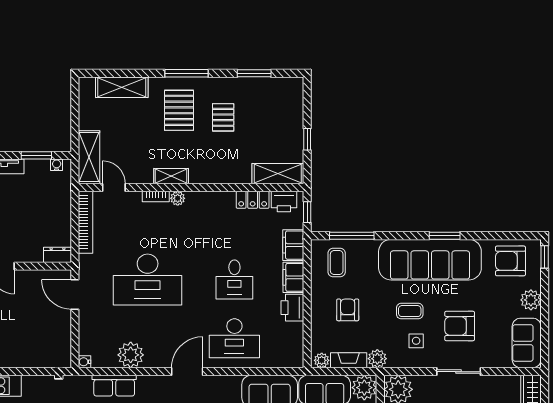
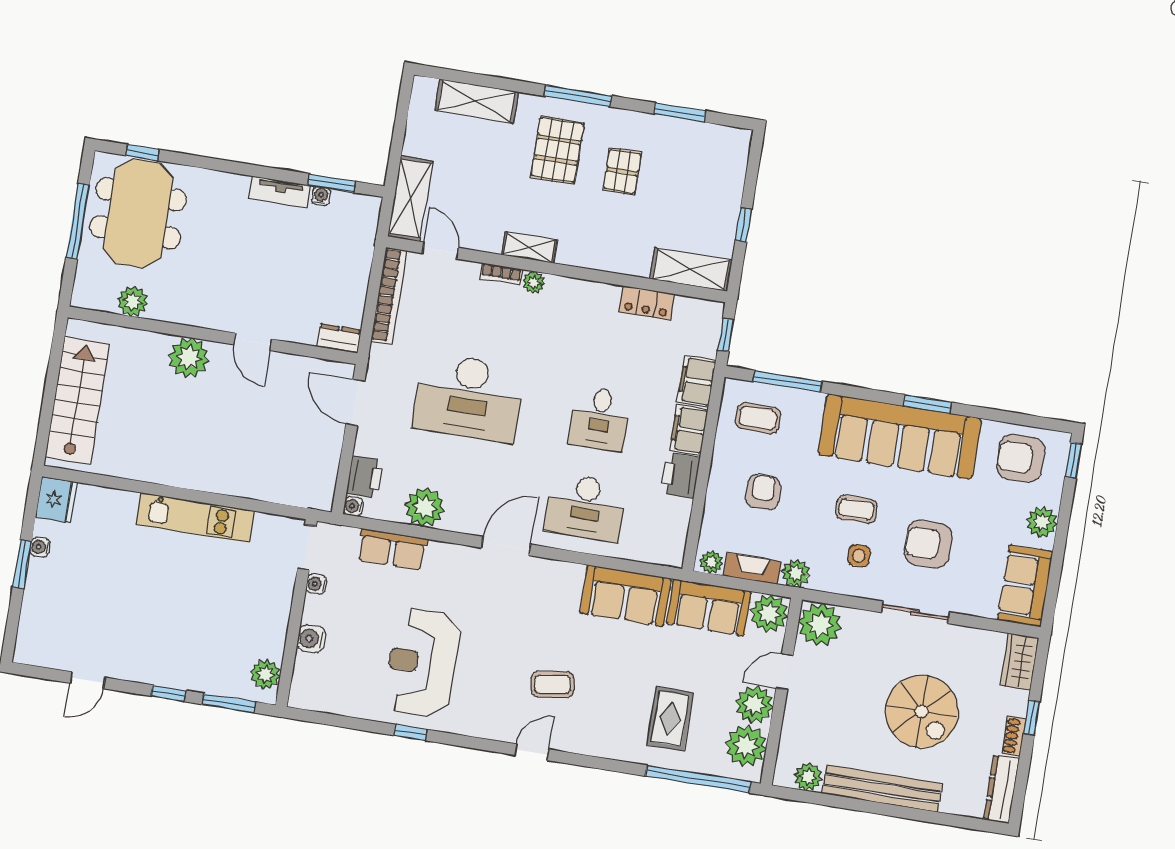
water cooler: (57, 165) -> (321, 196), moved
printer: (284, 202) -> (365, 477), moved, turned -90
coffee table: (337, 263) -> (758, 418), turned 90

